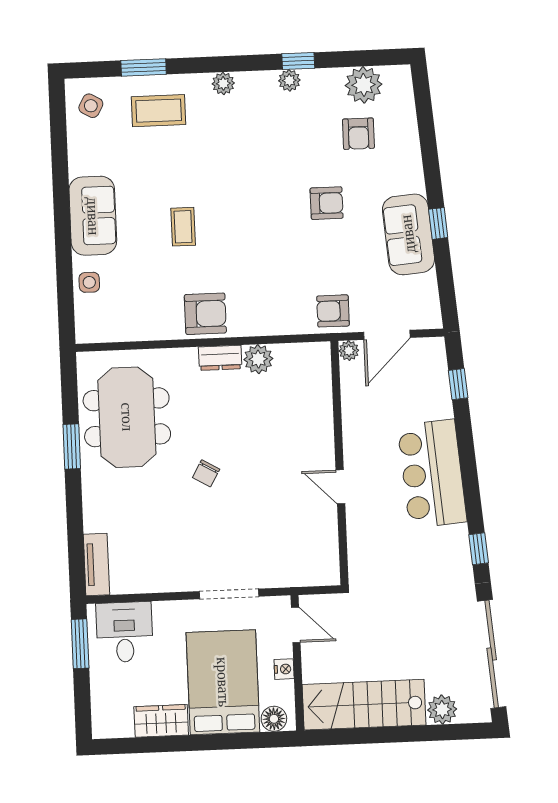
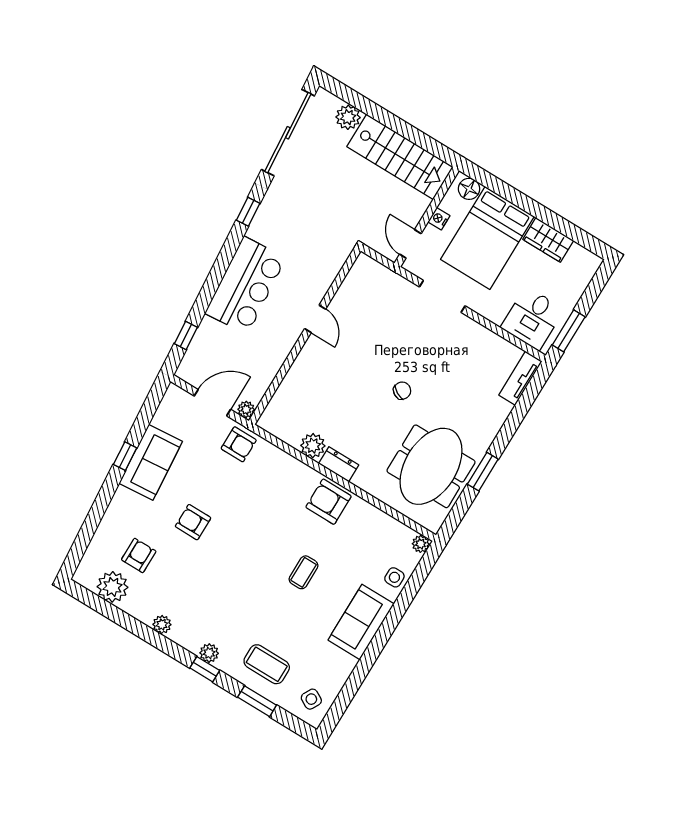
window: (298, 61) -> (205, 669), moved
plant: (85, 333) -> (421, 544), added

